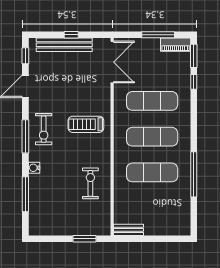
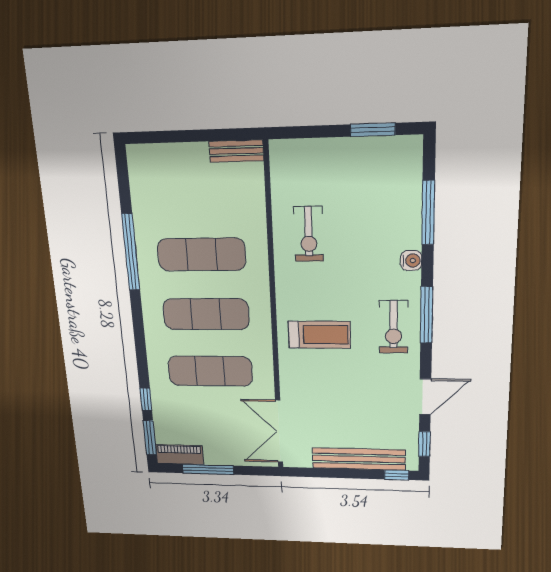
window: (71, 35) -> (397, 475), moved
exercise bike: (44, 129) -> (394, 327), turned 180
window: (84, 239) -> (373, 130), moved

